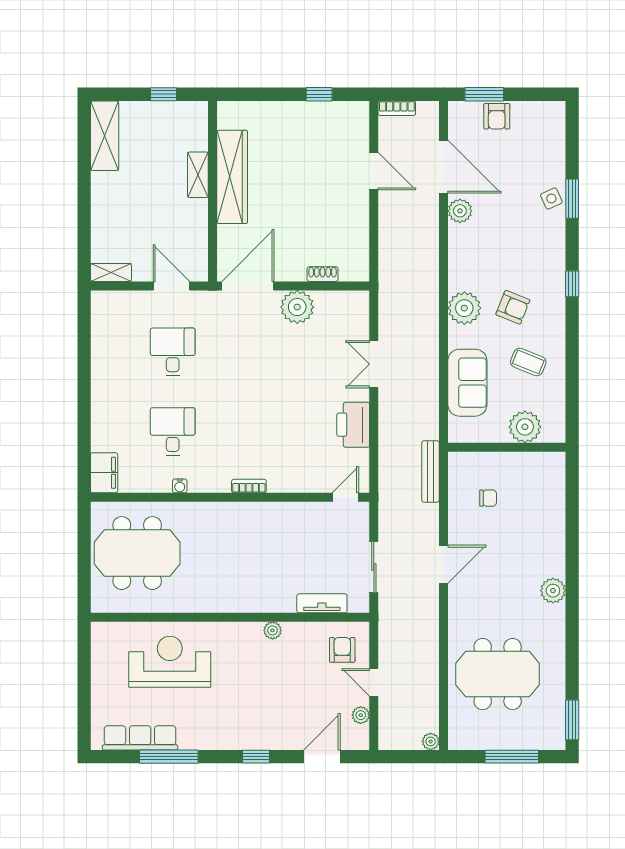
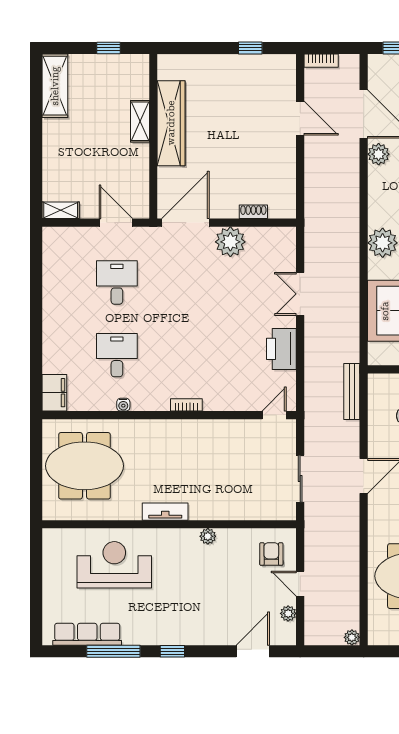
tv unit: (322, 603) -> (165, 512), moved
window: (256, 757) -> (172, 651), moved

